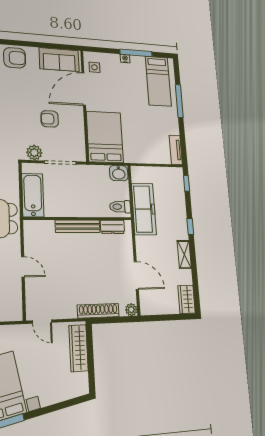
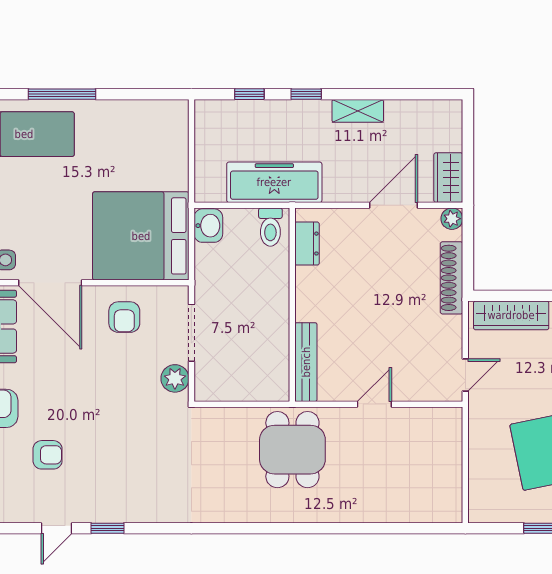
armchair: (50, 119) -> (124, 317), moved
bed: (105, 137) -> (141, 236), width x1.36
tv unit: (176, 150) -> (160, 110), removed
window: (187, 183) -> (249, 94), moved
bathtub: (33, 195) -> (251, 384), removed
bench: (78, 226) -> (306, 362), moved
wardrobe: (187, 299) -> (448, 178), moved, turned 90

